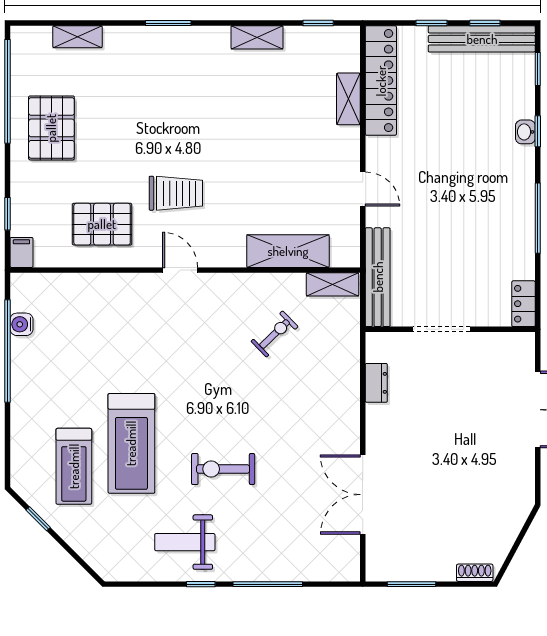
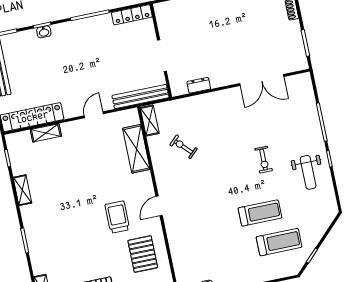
locker: (523, 304) -> (132, 15), width x1.53
treadmill: (131, 443) -> (260, 213), width x0.73, depth x0.73
exercise bike: (223, 469) -> (264, 160), width x0.73, depth x0.72

